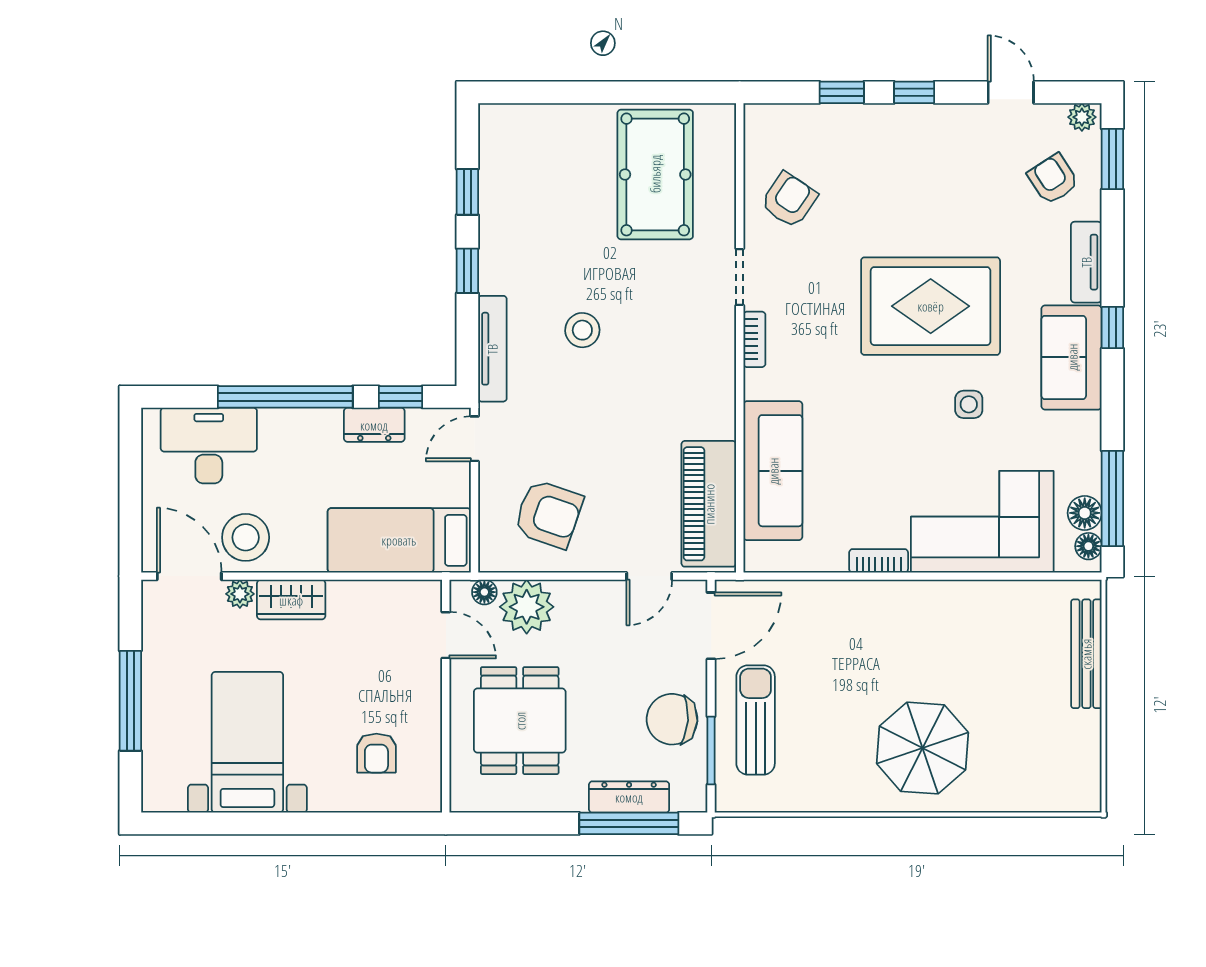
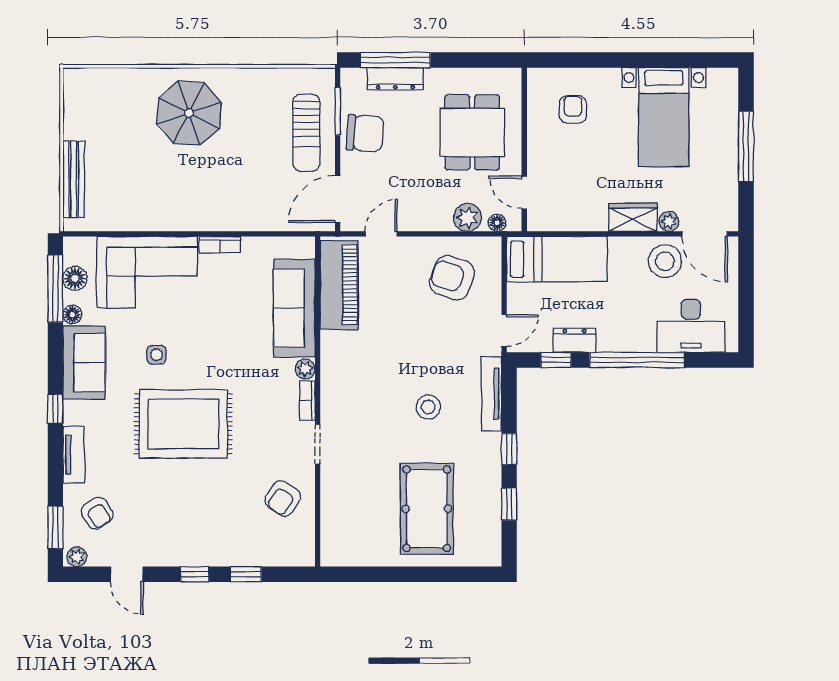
pool table: (655, 174) -> (427, 509), moved
sofa: (1072, 357) -> (84, 363), moved
plant: (757, 384) -> (305, 369), added
floor lamp: (1088, 546) -> (72, 315), moved
plant: (527, 607) -> (467, 217), width x0.73, depth x0.73

